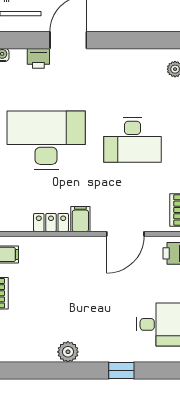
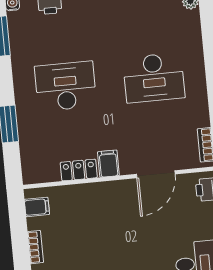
desk: (46, 140) -> (66, 86), width x0.73, depth x0.77

